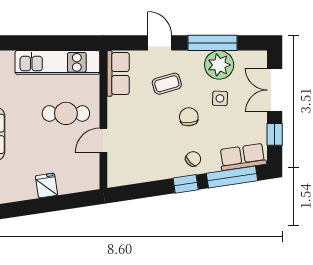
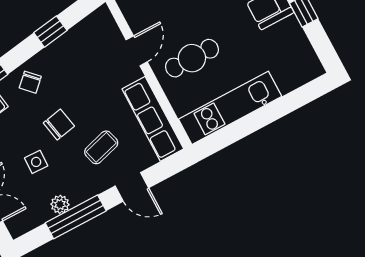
plant: (219, 65) -> (60, 204), width x0.53, depth x0.53
row of seats: (118, 73) -> (153, 119), width x1.48
chair: (189, 117) -> (59, 125), turned -96
window: (186, 184) -> (50, 32), moved

